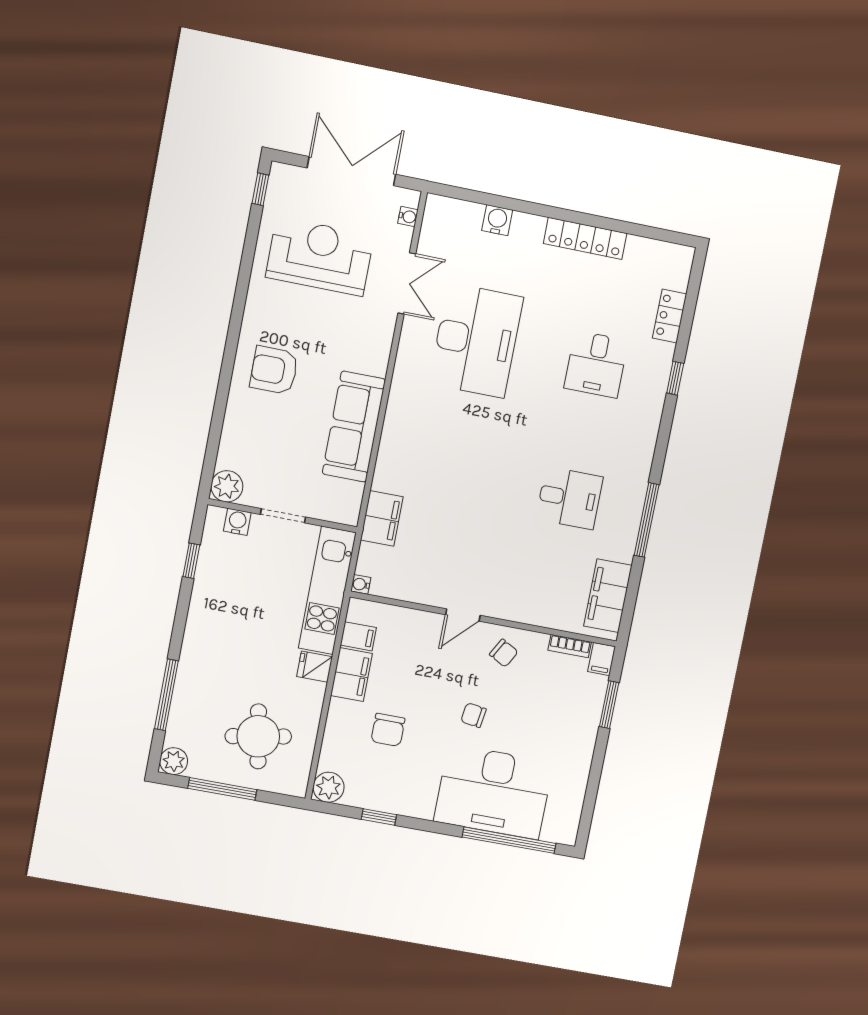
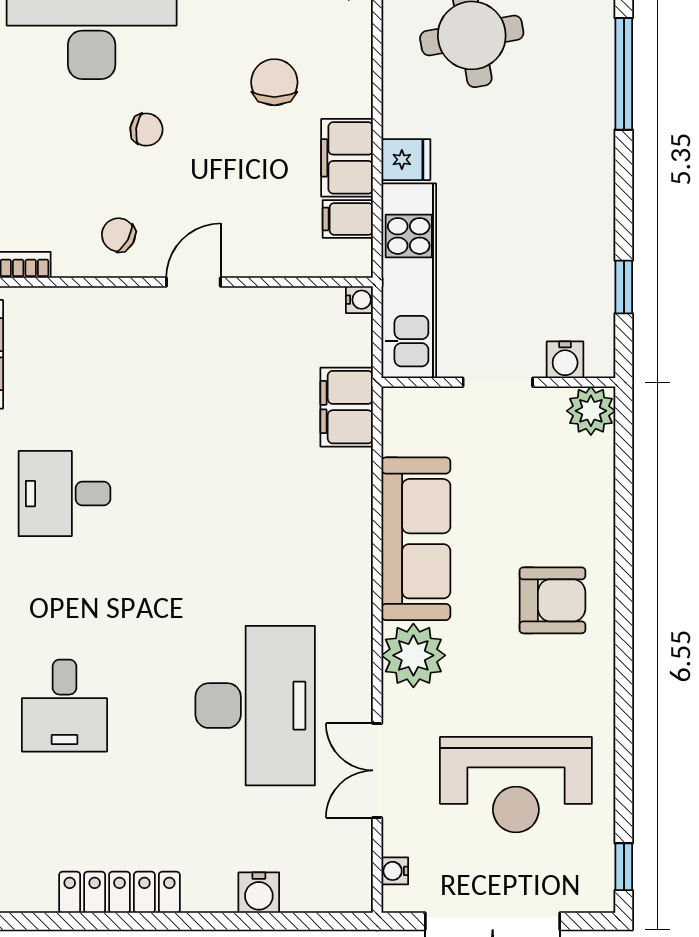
desk: (476, 340) -> (255, 706), turned 180
plant: (370, 352) -> (413, 655), added
desk: (596, 364) -> (64, 706), turned 180

